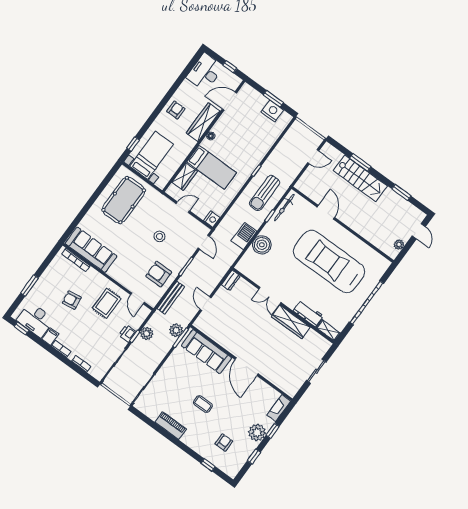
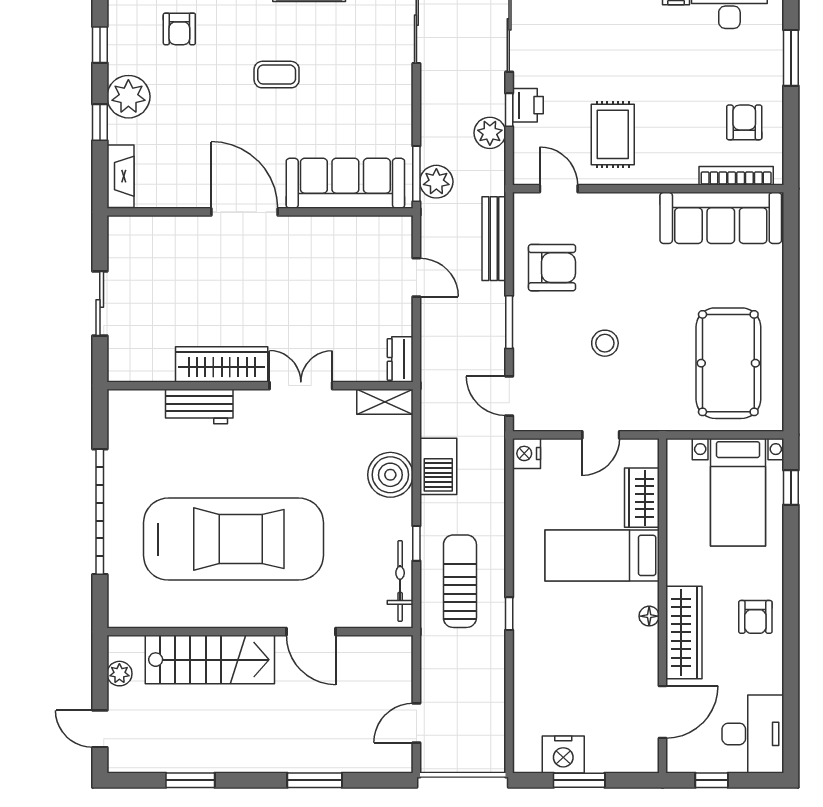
stairs: (360, 178) -> (210, 660), moved, turned 180
armchair: (72, 300) -> (744, 122), moved, turned -82
shelving: (328, 330) -> (385, 402), moved

